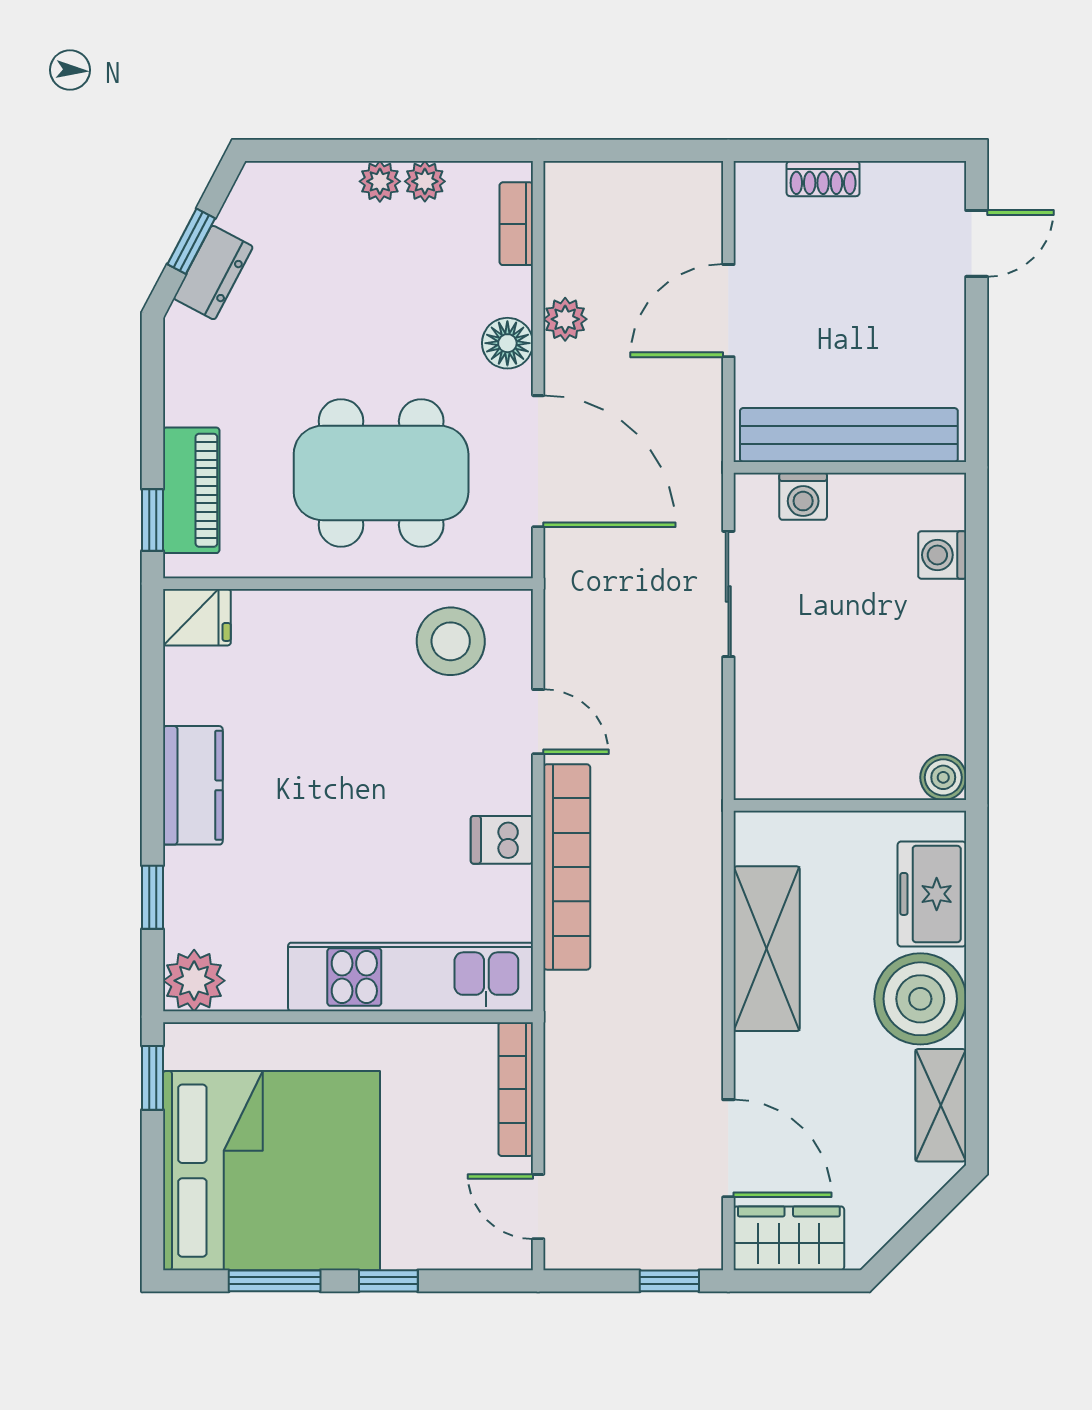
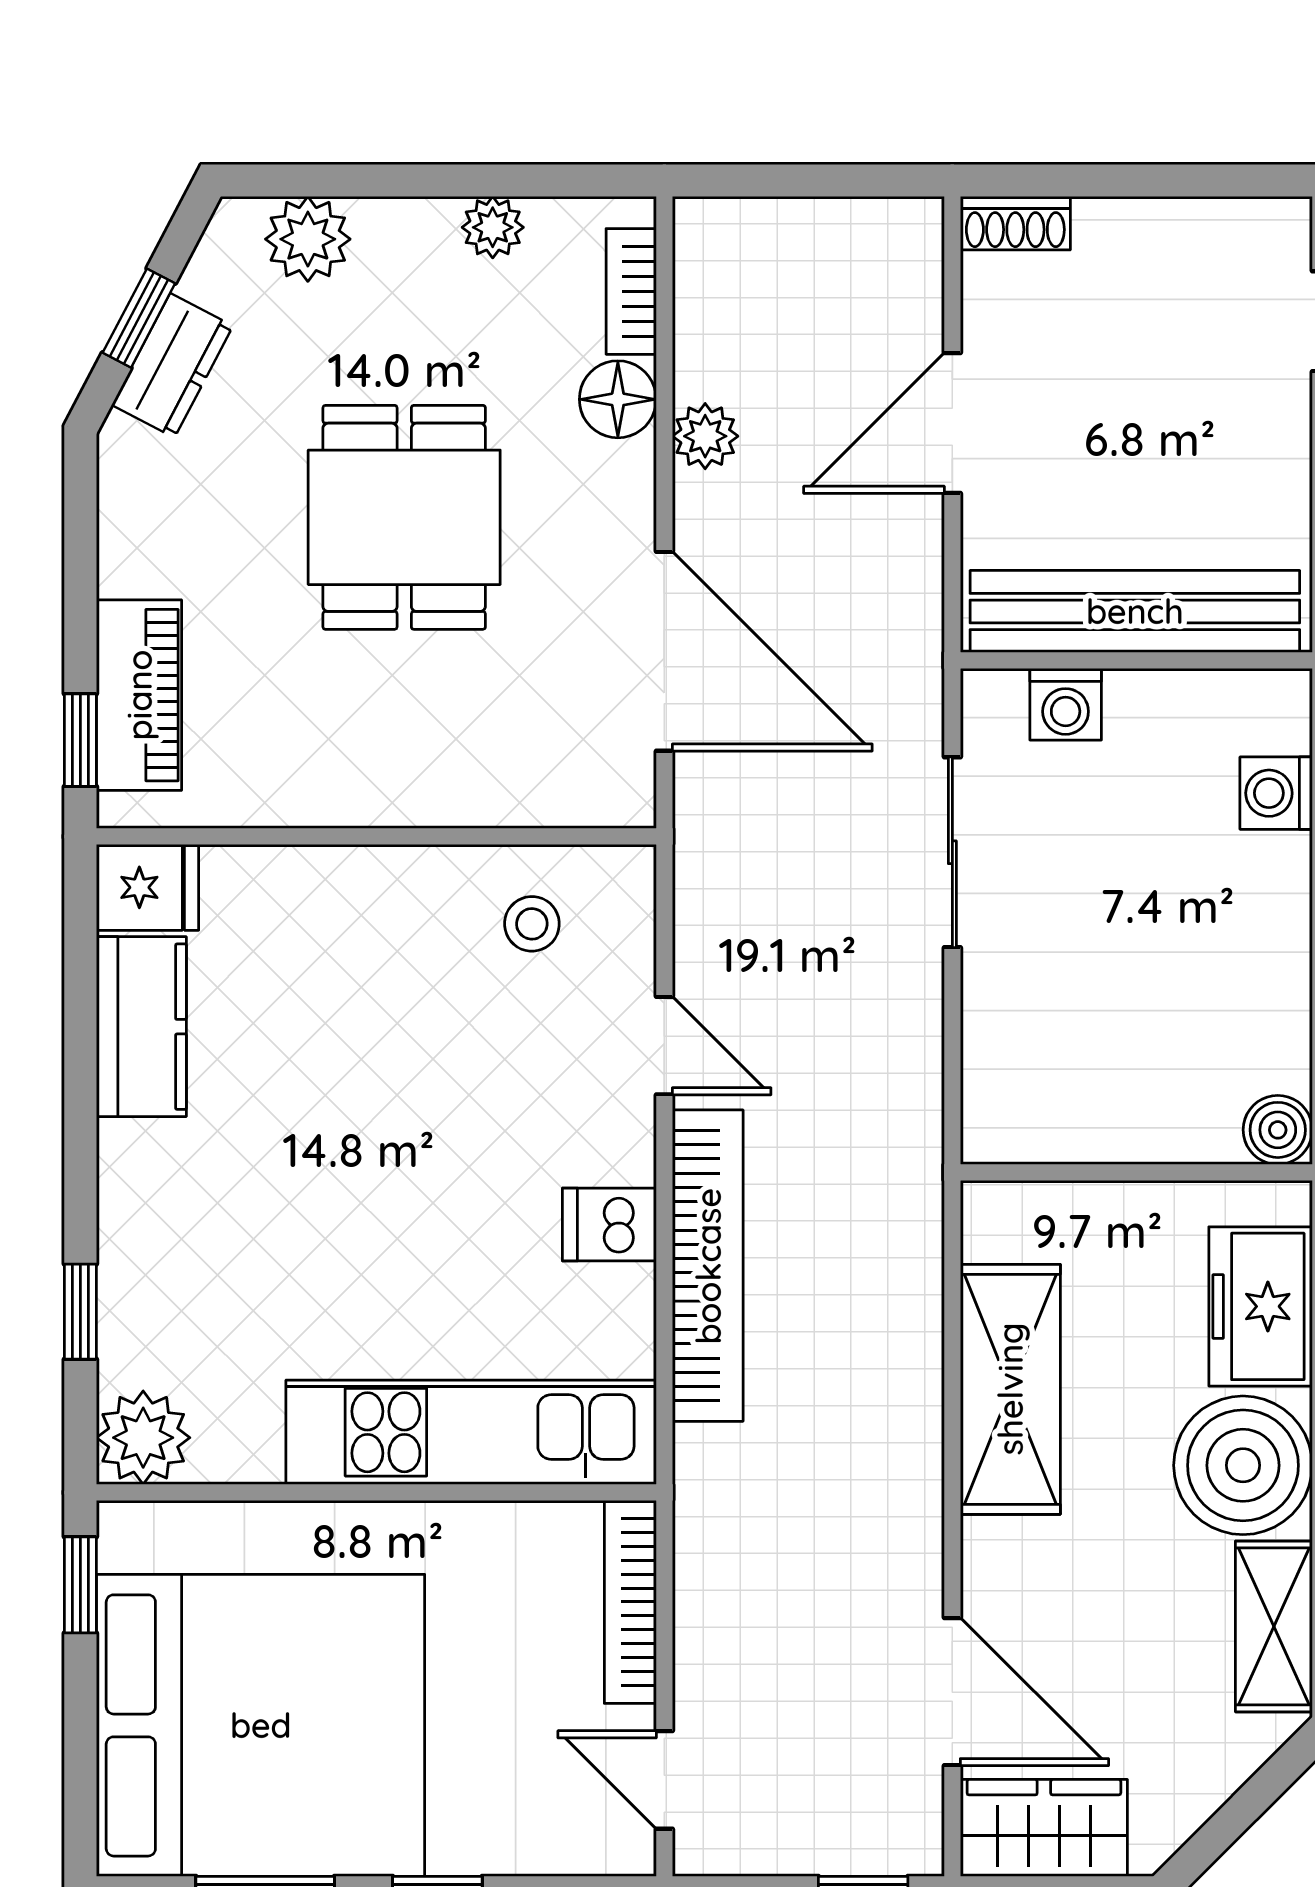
shoe rack: (823, 179) -> (1015, 223), moved
plant: (380, 181) -> (308, 239), moved, width x1.38, depth x1.38
floor lamp: (507, 343) -> (618, 399), moved
dining table: (381, 473) -> (404, 517), moved, width x0.73
stool: (451, 641) -> (532, 924), width x0.53, depth x0.53
kitchen counter: (193, 785) -> (141, 1027), moved

